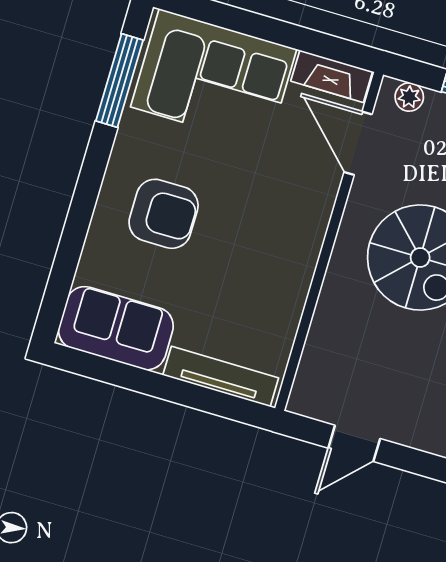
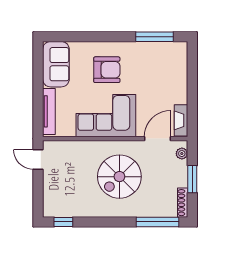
corner sofa: (214, 78) -> (106, 116), moved, turned 90
armchair: (164, 214) -> (107, 70), turned -90
door: (354, 443) -> (38, 159), moved

